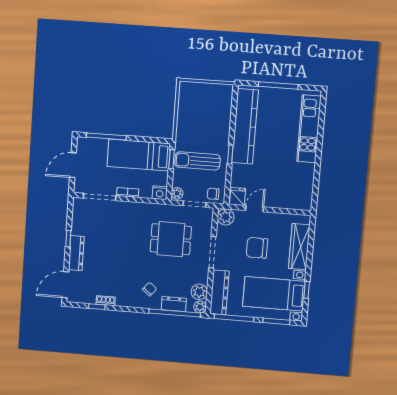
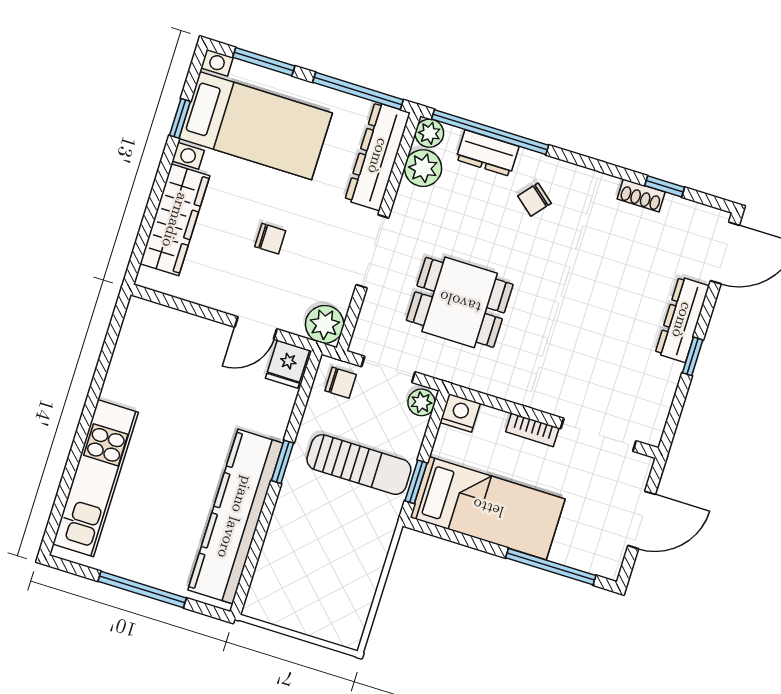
chair: (257, 248) -> (270, 239), width x0.54, depth x0.54

